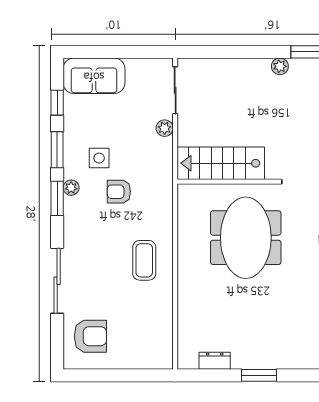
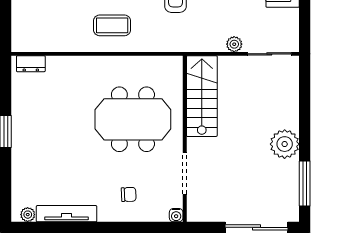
plant: (280, 66) -> (285, 144), width x1.87, depth x1.87
dresser: (215, 361) -> (31, 64), moved, turned 90

